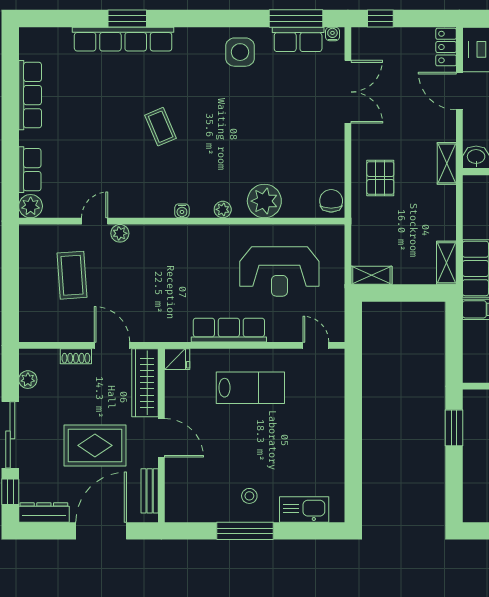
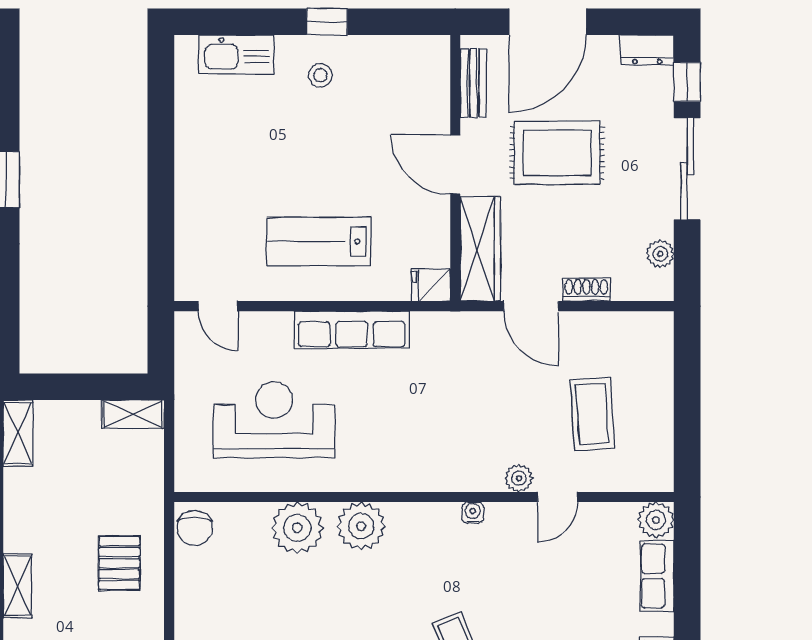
plant: (223, 209) -> (361, 526), width x1.87, depth x1.87
water cooler: (182, 211) -> (473, 513), moved
dresser: (44, 512) -> (647, 50), width x0.70
window: (245, 531) -> (327, 22), width x0.46

